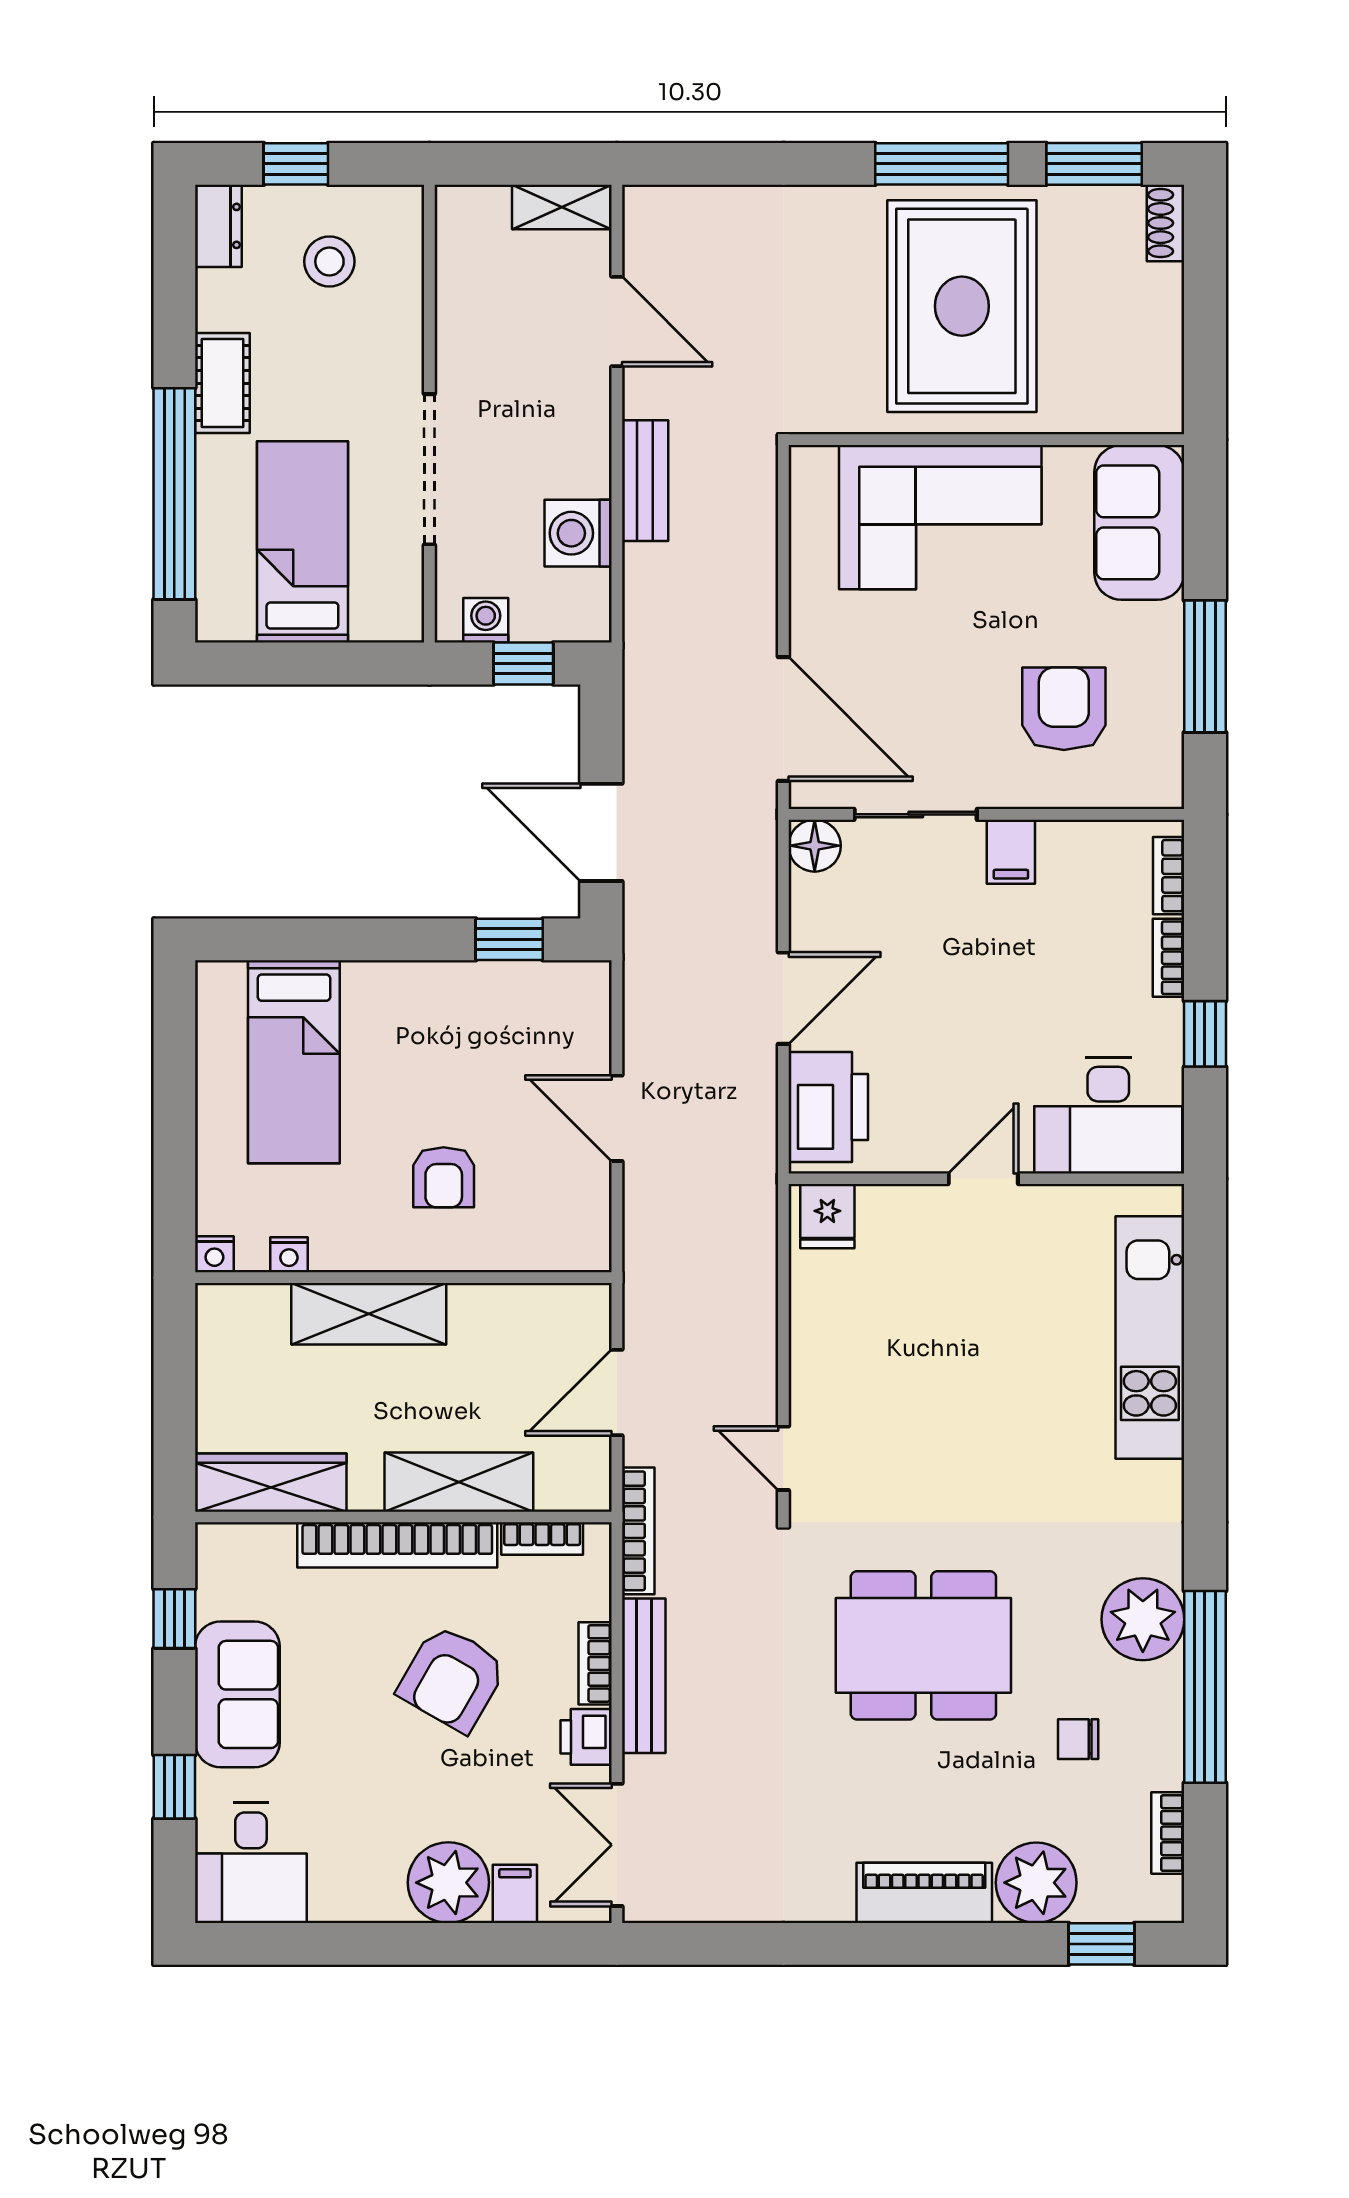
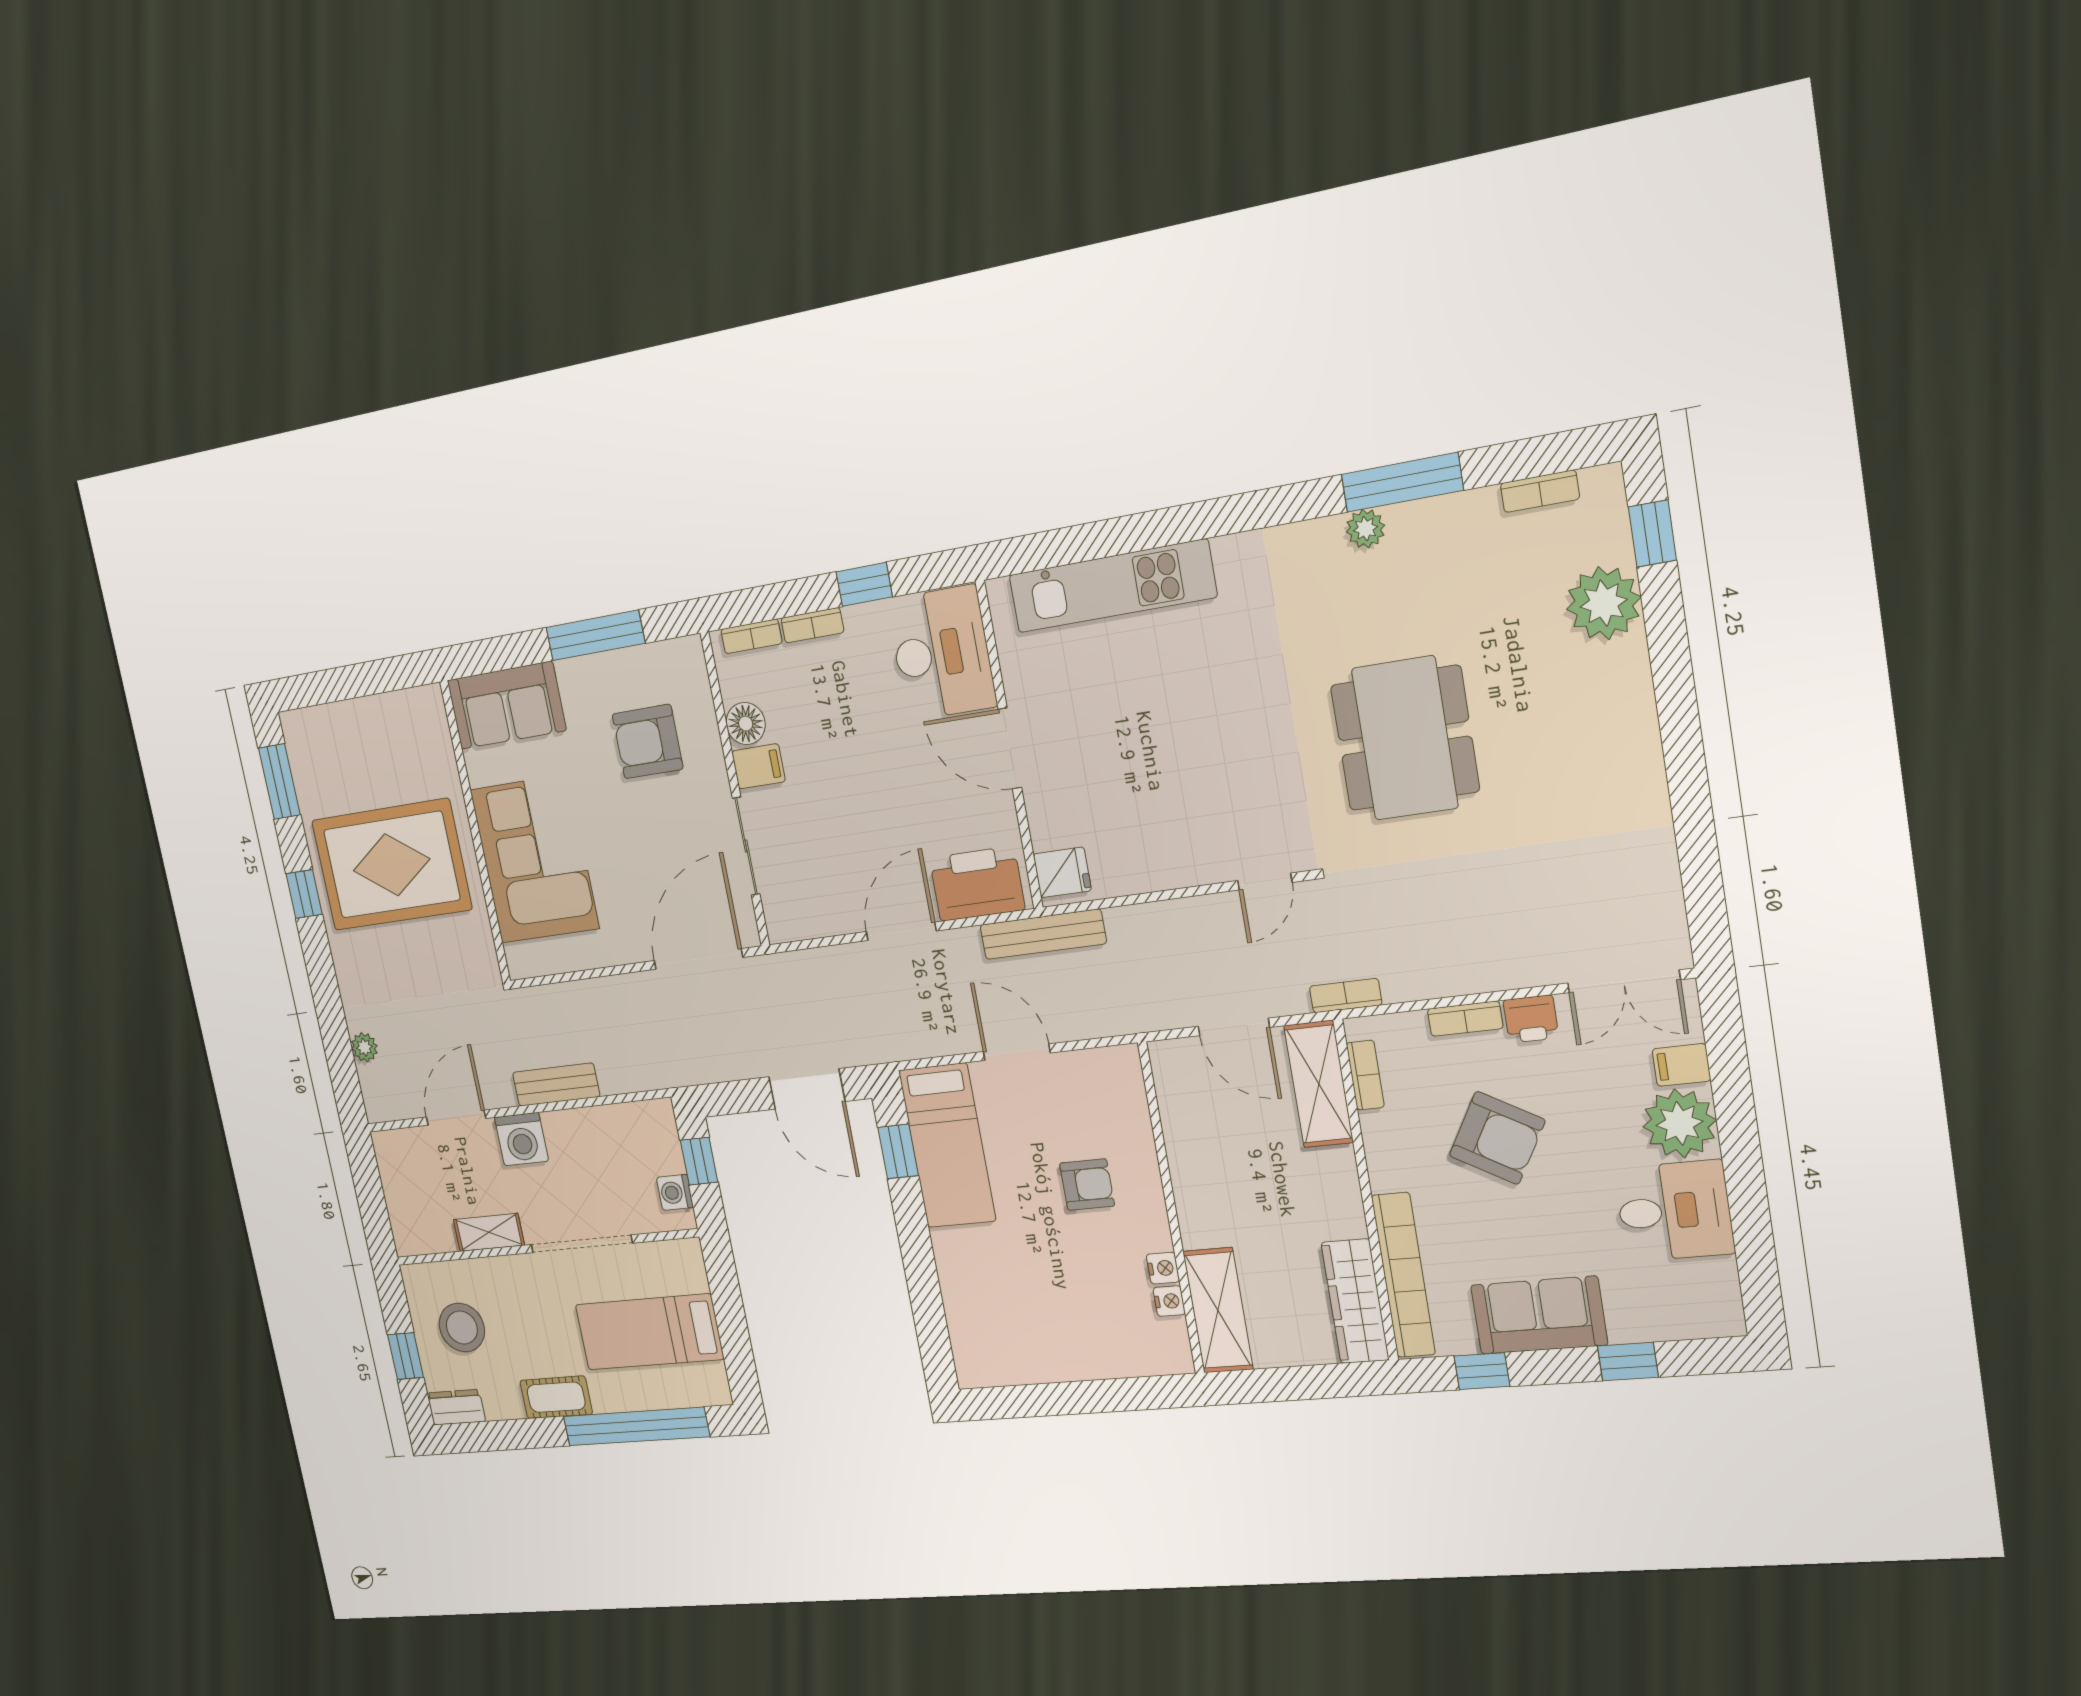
window: (942, 164) -> (304, 894), width x0.46
plant: (727, 205) -> (364, 1047), added
shelving: (562, 207) -> (489, 1232), moved, turned 90
shoe rack: (1165, 223) -> (305, 721), removed
stool: (329, 261) -> (462, 1328), width x1.38, depth x1.38
washing machine: (578, 533) -> (521, 1139), moved
door: (601, 832) -> (807, 1089), hinge flipped
floor lamp: (815, 846) -> (746, 724), moved
door: (783, 998) -> (901, 931), hinge flipped
bed: (294, 1062) -> (947, 1146), moved, turned 90
door: (617, 1118) -> (1017, 1052), swing flipped
door: (983, 1179) -> (1010, 748), width x1.38
nightstand: (214, 1254) -> (1163, 1268), moved
shelving: (369, 1314) -> (1218, 1310), moved
shelving: (459, 1482) -> (1319, 1084), moved
bookcase: (638, 1531) -> (1346, 996), width x0.64
bookcase: (397, 1545) -> (1403, 1275), moved
plant: (1143, 1619) -> (1365, 529), width x0.53, depth x0.53
bench: (644, 1676) -> (1043, 934), moved
window: (1205, 1687) -> (1402, 482), width x0.68
chair: (1078, 1739) -> (1467, 588), removed
desk: (251, 1863) -> (1674, 1211), moved
piano: (924, 1893) -> (1628, 703), removed

